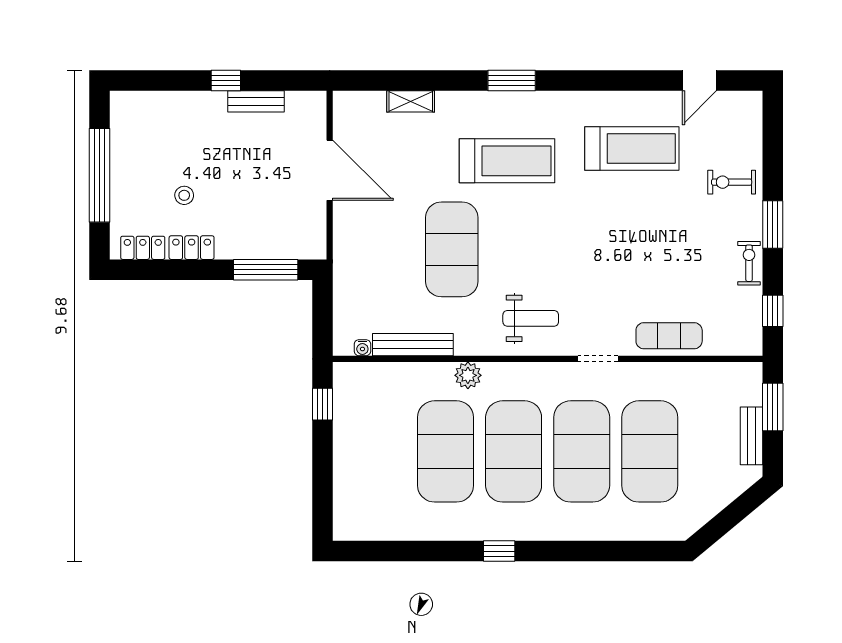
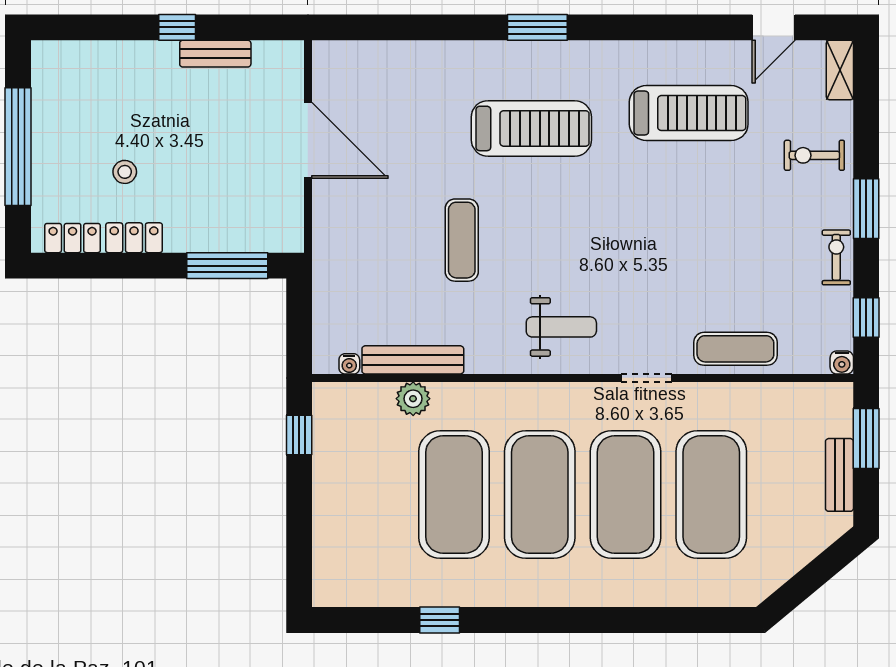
shelving: (411, 101) -> (840, 70), moved, turned 90
exercise mat: (452, 249) -> (462, 240), width x0.50, depth x0.69
water cooler: (753, 347) -> (842, 362), added
plant: (468, 375) -> (413, 399), moved
window: (499, 551) -> (440, 620), moved

